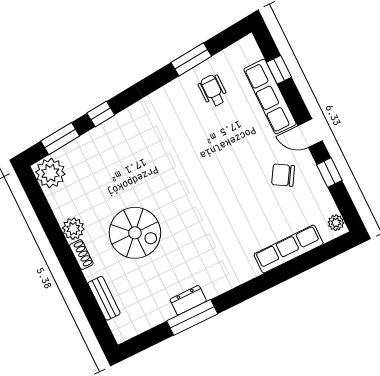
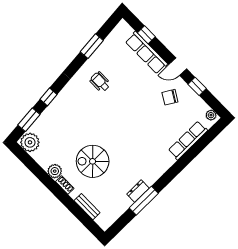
wheelchair: (213, 91) -> (100, 82), moved
spiral stairs: (135, 233) -> (93, 161), turned 180

